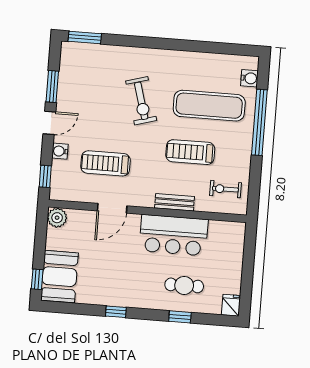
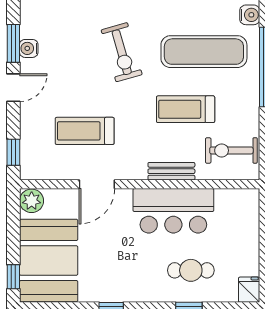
water cooler: (60, 151) -> (29, 48), moved
exercise bike: (225, 189) -> (231, 150), width x1.38, depth x1.39
booth: (59, 277) -> (49, 261), width x1.36, depth x1.42

